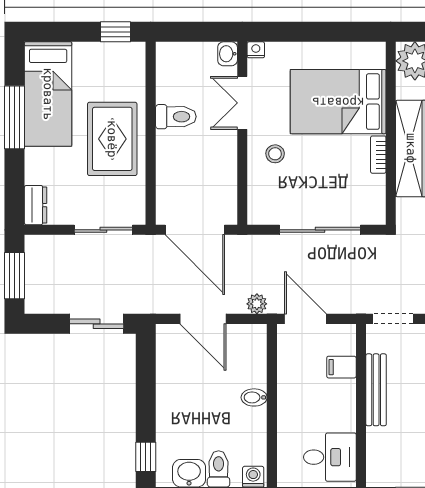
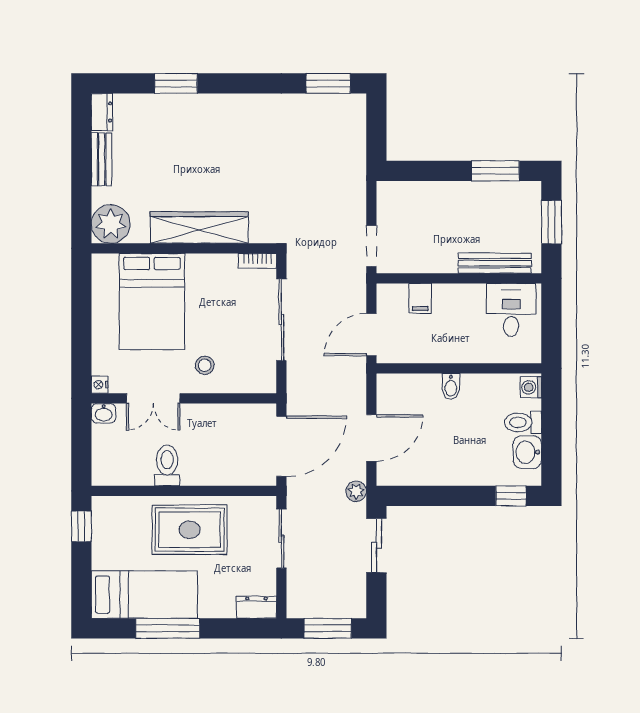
bookcase: (378, 155) -> (257, 261), moved
plant: (257, 304) -> (356, 491), moved
bench: (376, 390) -> (495, 263), moved

